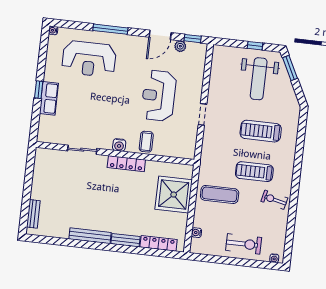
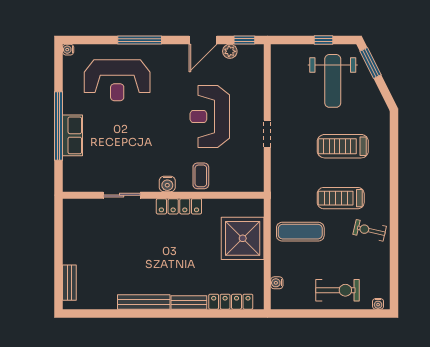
window: (39, 90) -> (58, 126), width x3.17

